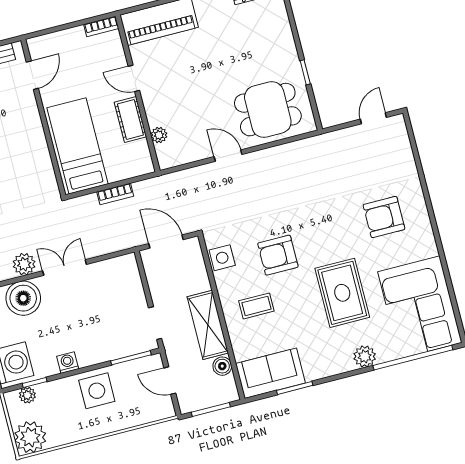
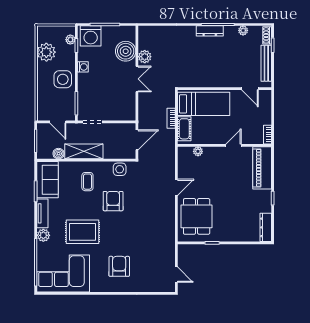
cot: (130, 119) -> (184, 129), moved, turned 90
tv unit: (329, 367) -> (42, 213), added
door: (170, 381) -> (58, 122), swing flipped
plant: (30, 437) -> (46, 52), moved

